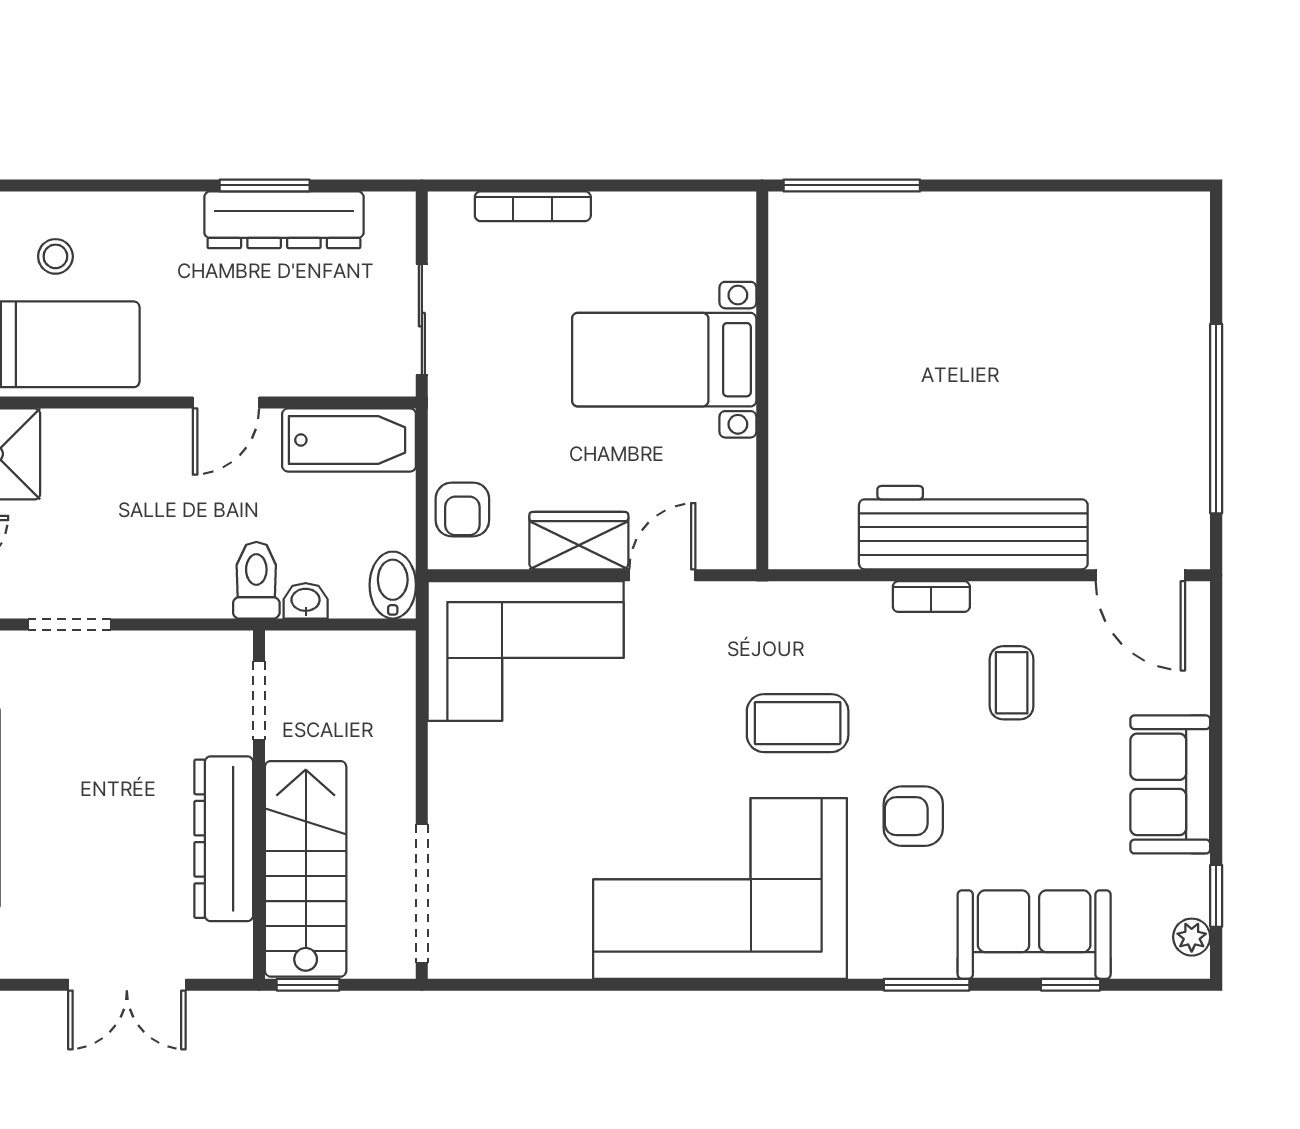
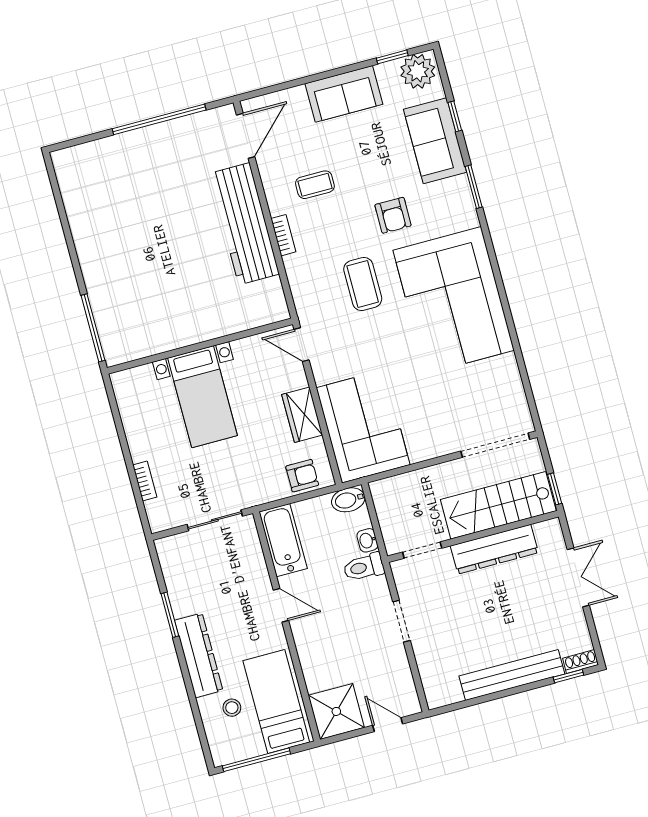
bookcase: (533, 206) -> (145, 481), width x0.64
dresser: (284, 220) -> (199, 655), moved
door: (662, 575) -> (302, 345), moved
doorway: (69, 625) -> (401, 621), moved
plant: (1192, 937) -> (418, 71), width x1.87, depth x1.87

